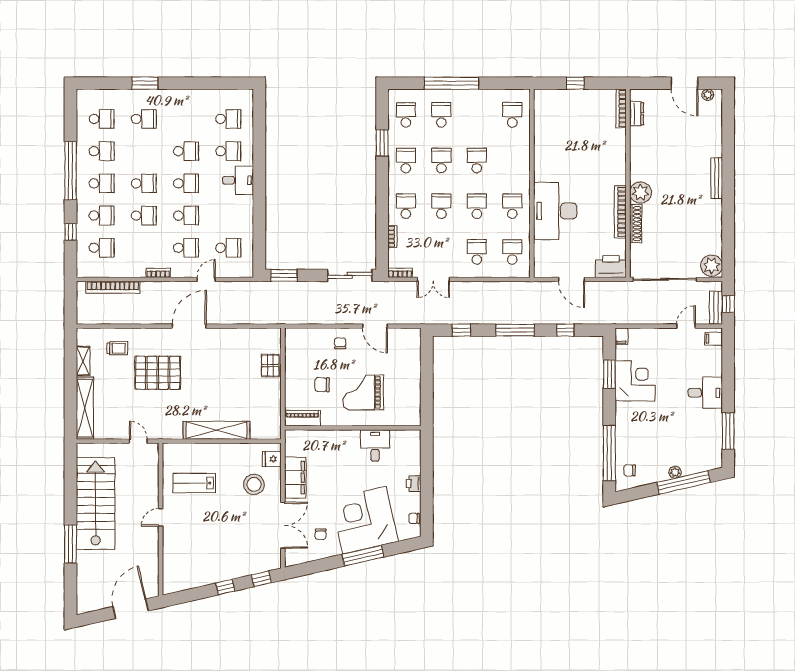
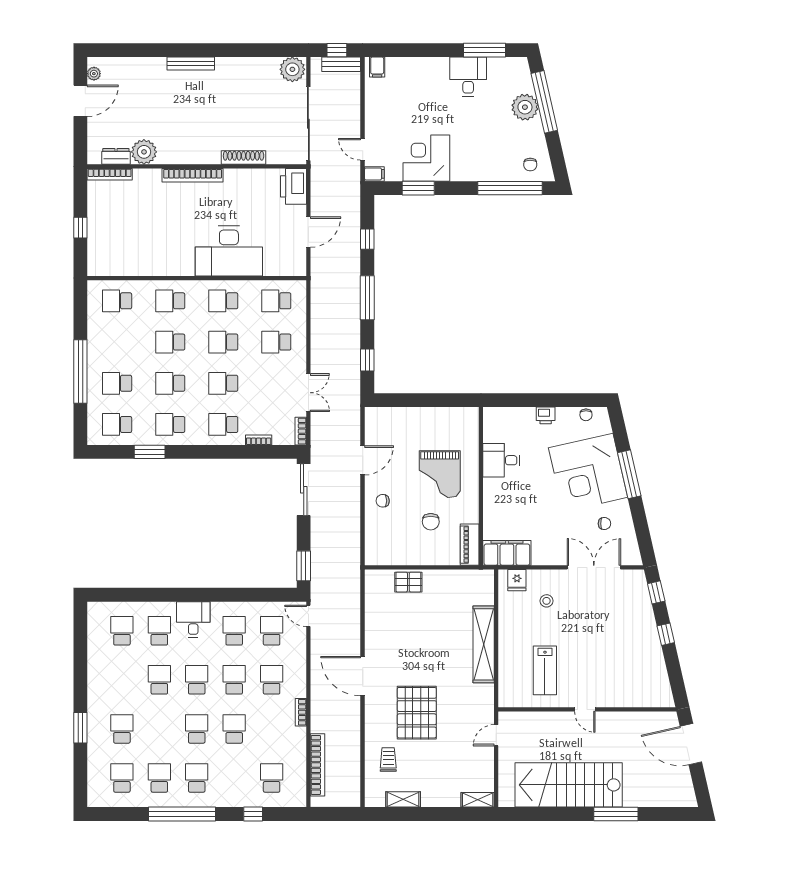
school desk: (512, 161) -> (170, 301), added
plant: (640, 193) -> (144, 152), moved
bookcase: (620, 212) -> (193, 175), moved
school desk: (102, 216) -> (234, 631), moved
door: (206, 279) -> (308, 616), moved
door: (686, 326) -> (363, 149), moved
desk: (705, 393) -> (468, 77), moved
shelving: (85, 408) -> (478, 800), width x0.45, depth x0.75
plant: (675, 472) -> (525, 107), width x1.88, depth x1.88
filing cabinet: (295, 478) -> (507, 553), moved
stool: (254, 484) -> (547, 601), width x0.53, depth x0.53

